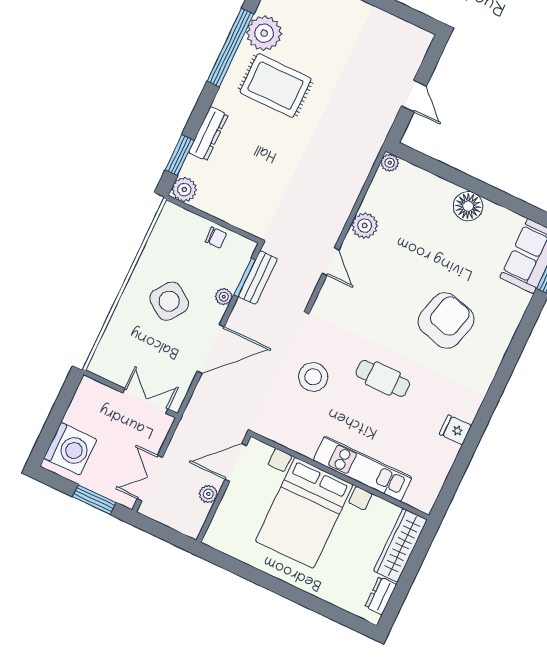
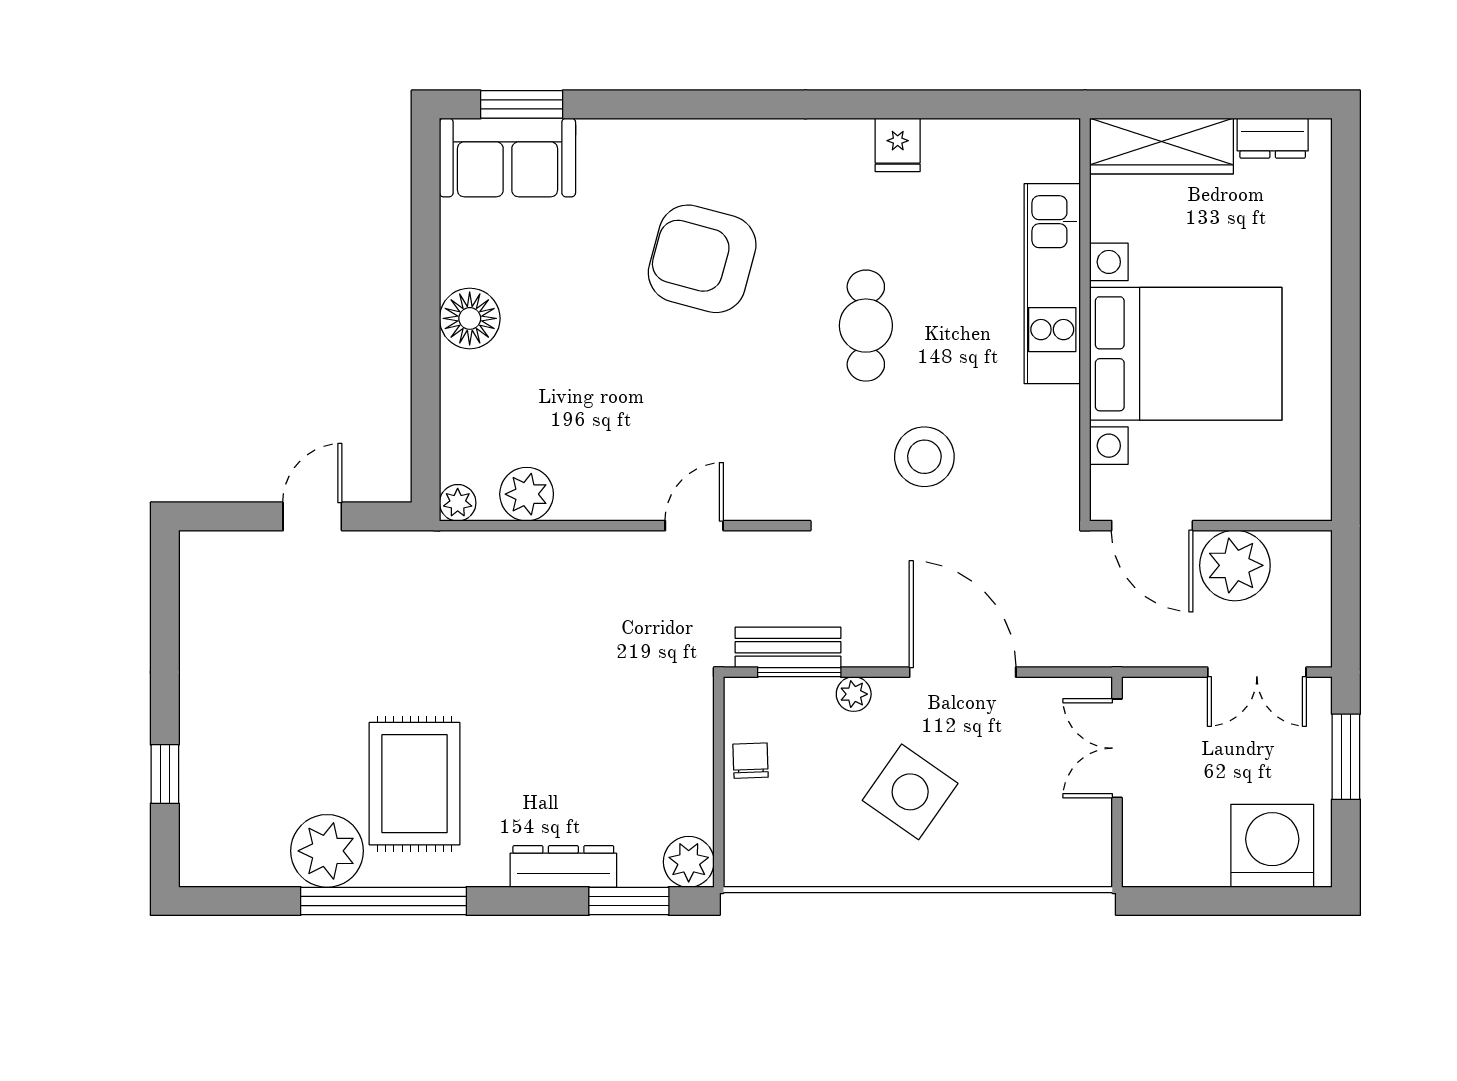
plant: (365, 226) -> (527, 494), moved
plant: (208, 494) -> (1235, 565), width x1.88, depth x1.88

